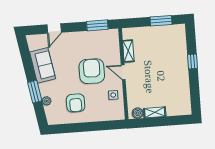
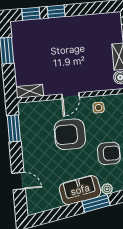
window: (191, 41) -> (31, 14), added
shelving: (128, 51) -> (30, 91), moved
sofa: (43, 65) -> (80, 190), moved

